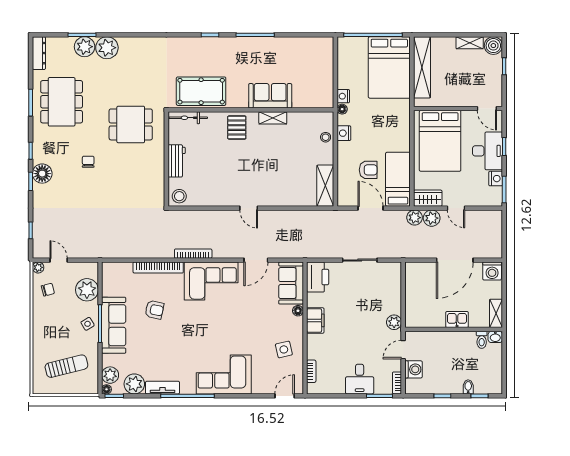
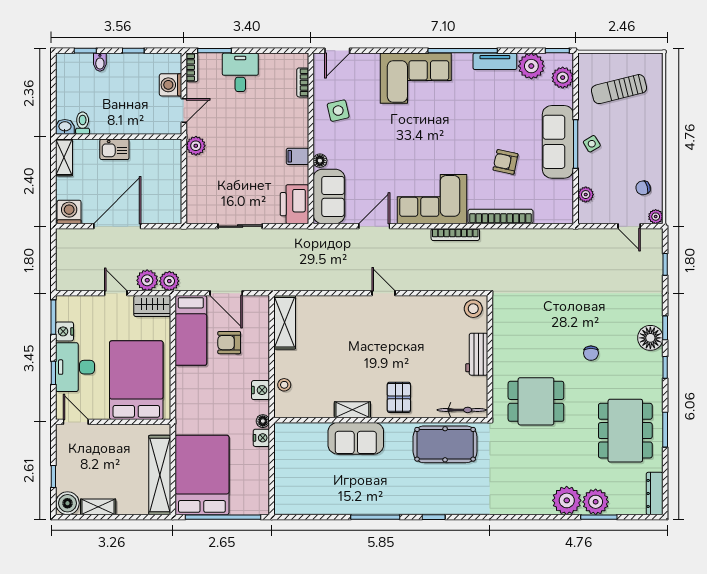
plant: (87, 290) -> (586, 195), width x0.53, depth x0.53
filing cabinet: (315, 320) -> (297, 156), width x0.50
floor lamp: (107, 389) -> (567, 59), removed

